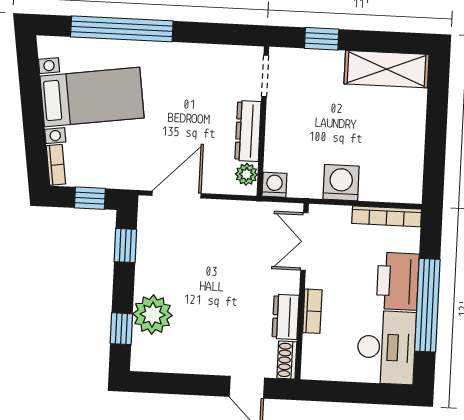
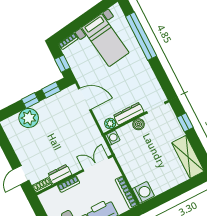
boiler: (277, 124) -> (138, 124), added
washing machine: (341, 183) -> (143, 192), moved
window: (121, 329) -> (30, 100), moved

